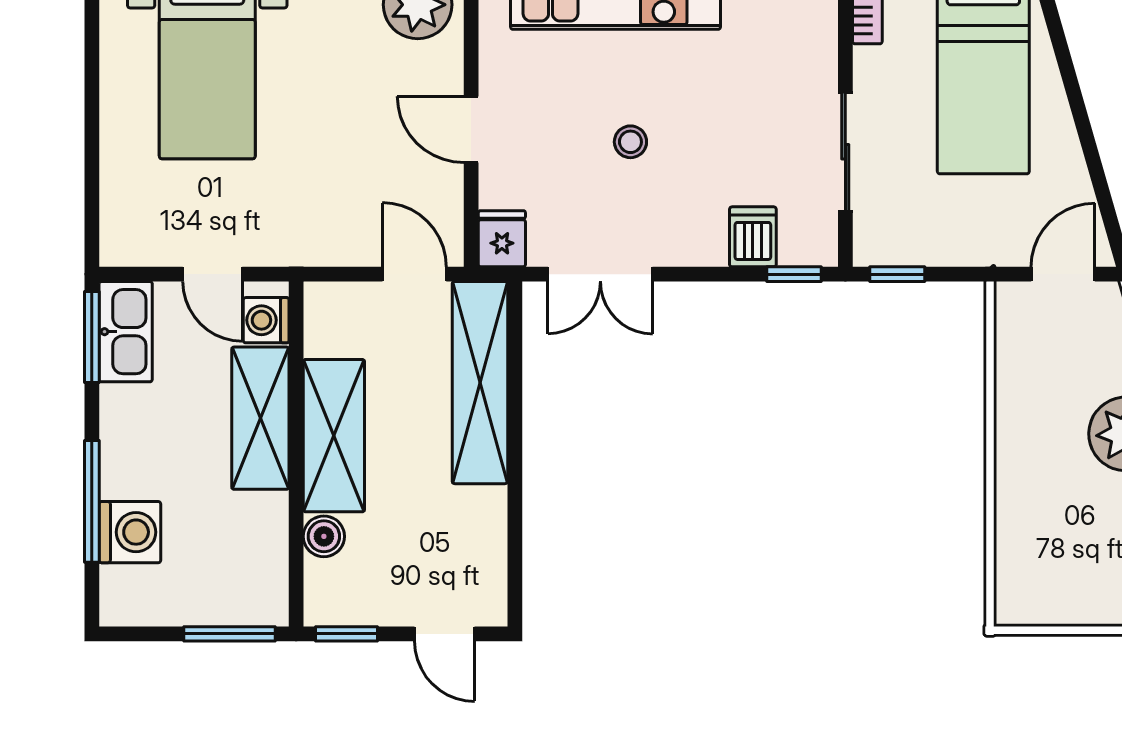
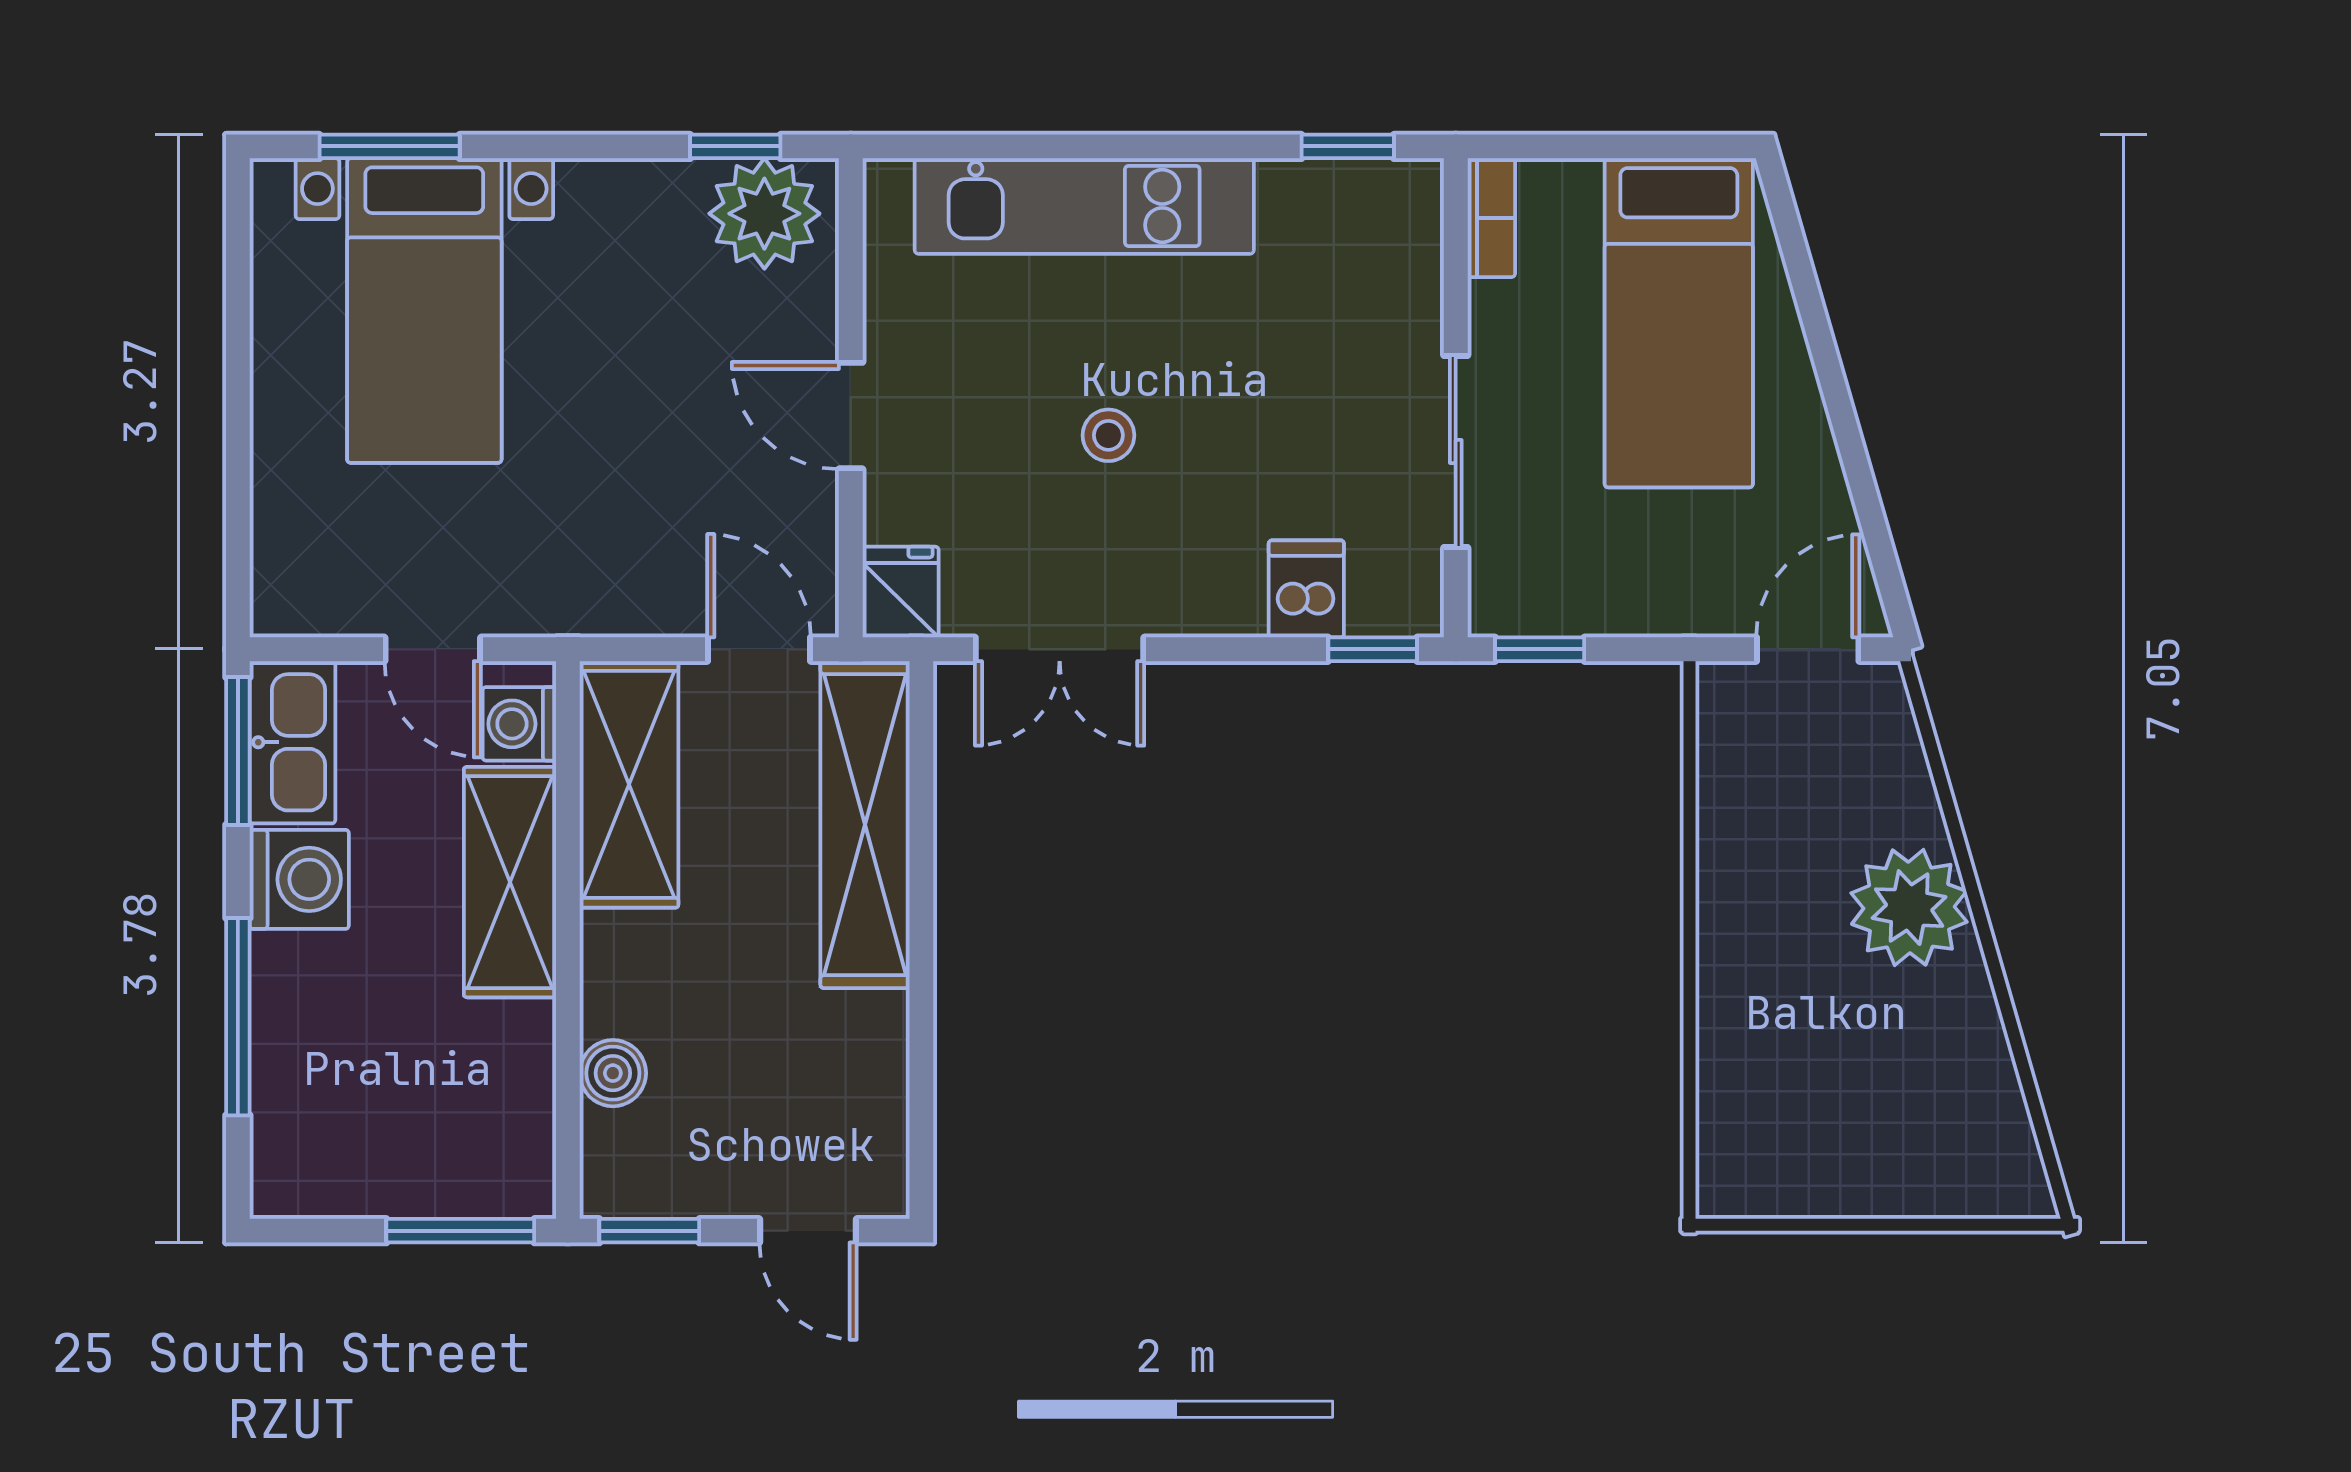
shelving: (334, 436) -> (629, 784), moved
washing machine: (130, 532) -> (299, 879), moved

